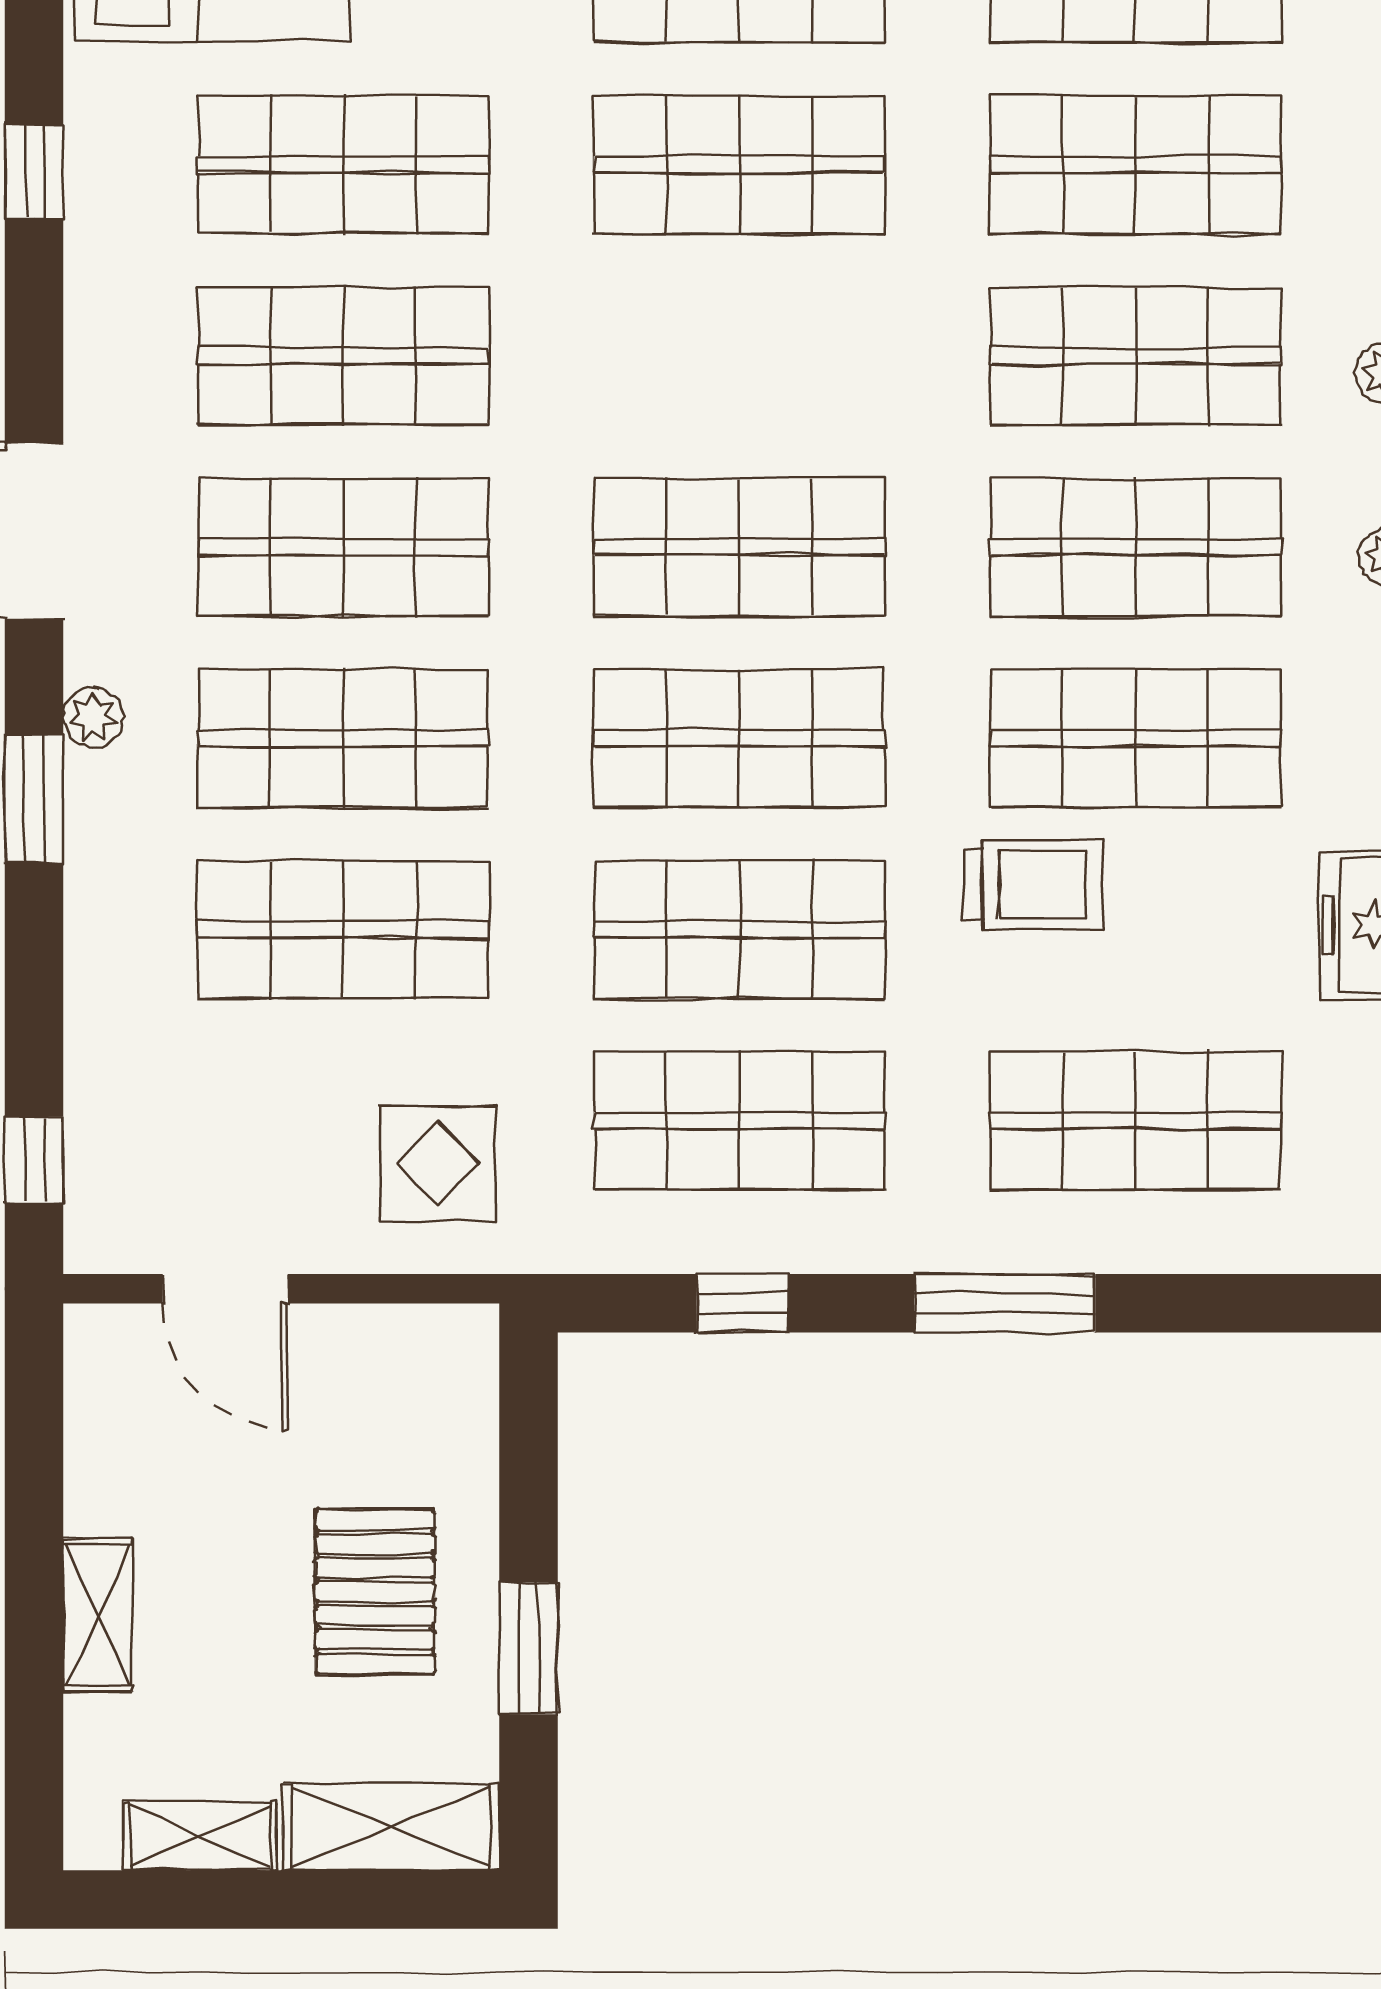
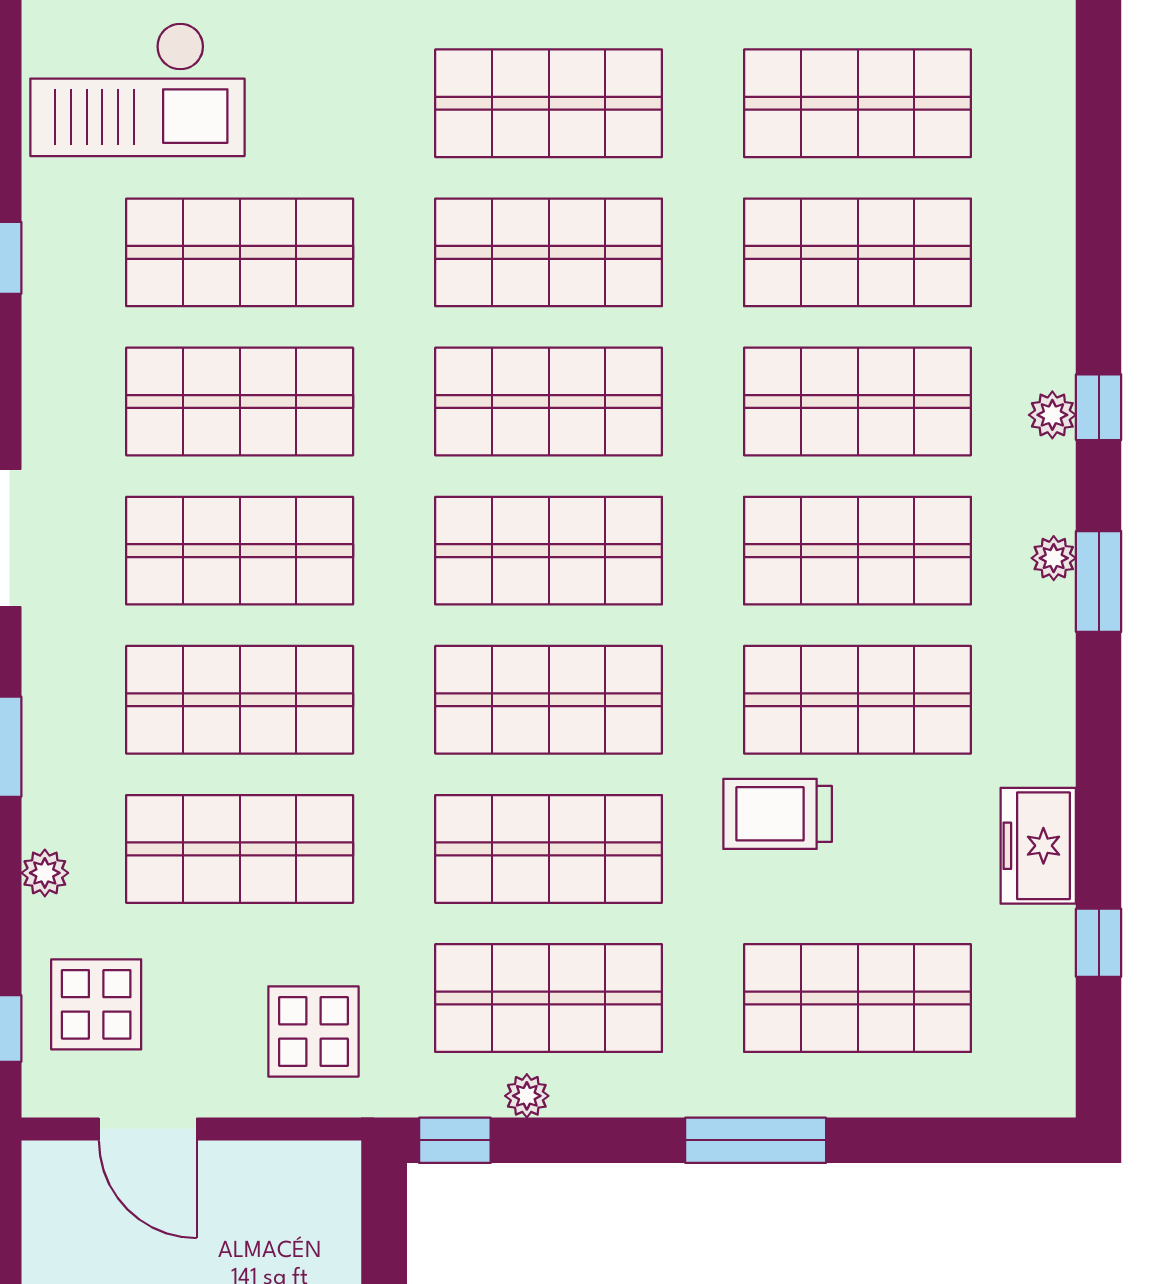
shop shelf: (739, 356) -> (549, 402), added
plant: (93, 717) -> (45, 873), moved
trolley: (1033, 885) -> (778, 814), turned 180
display table: (159, 1129) -> (96, 1004), added
plant: (711, 1246) -> (527, 1096), added
window: (743, 1303) -> (455, 1140), moved

